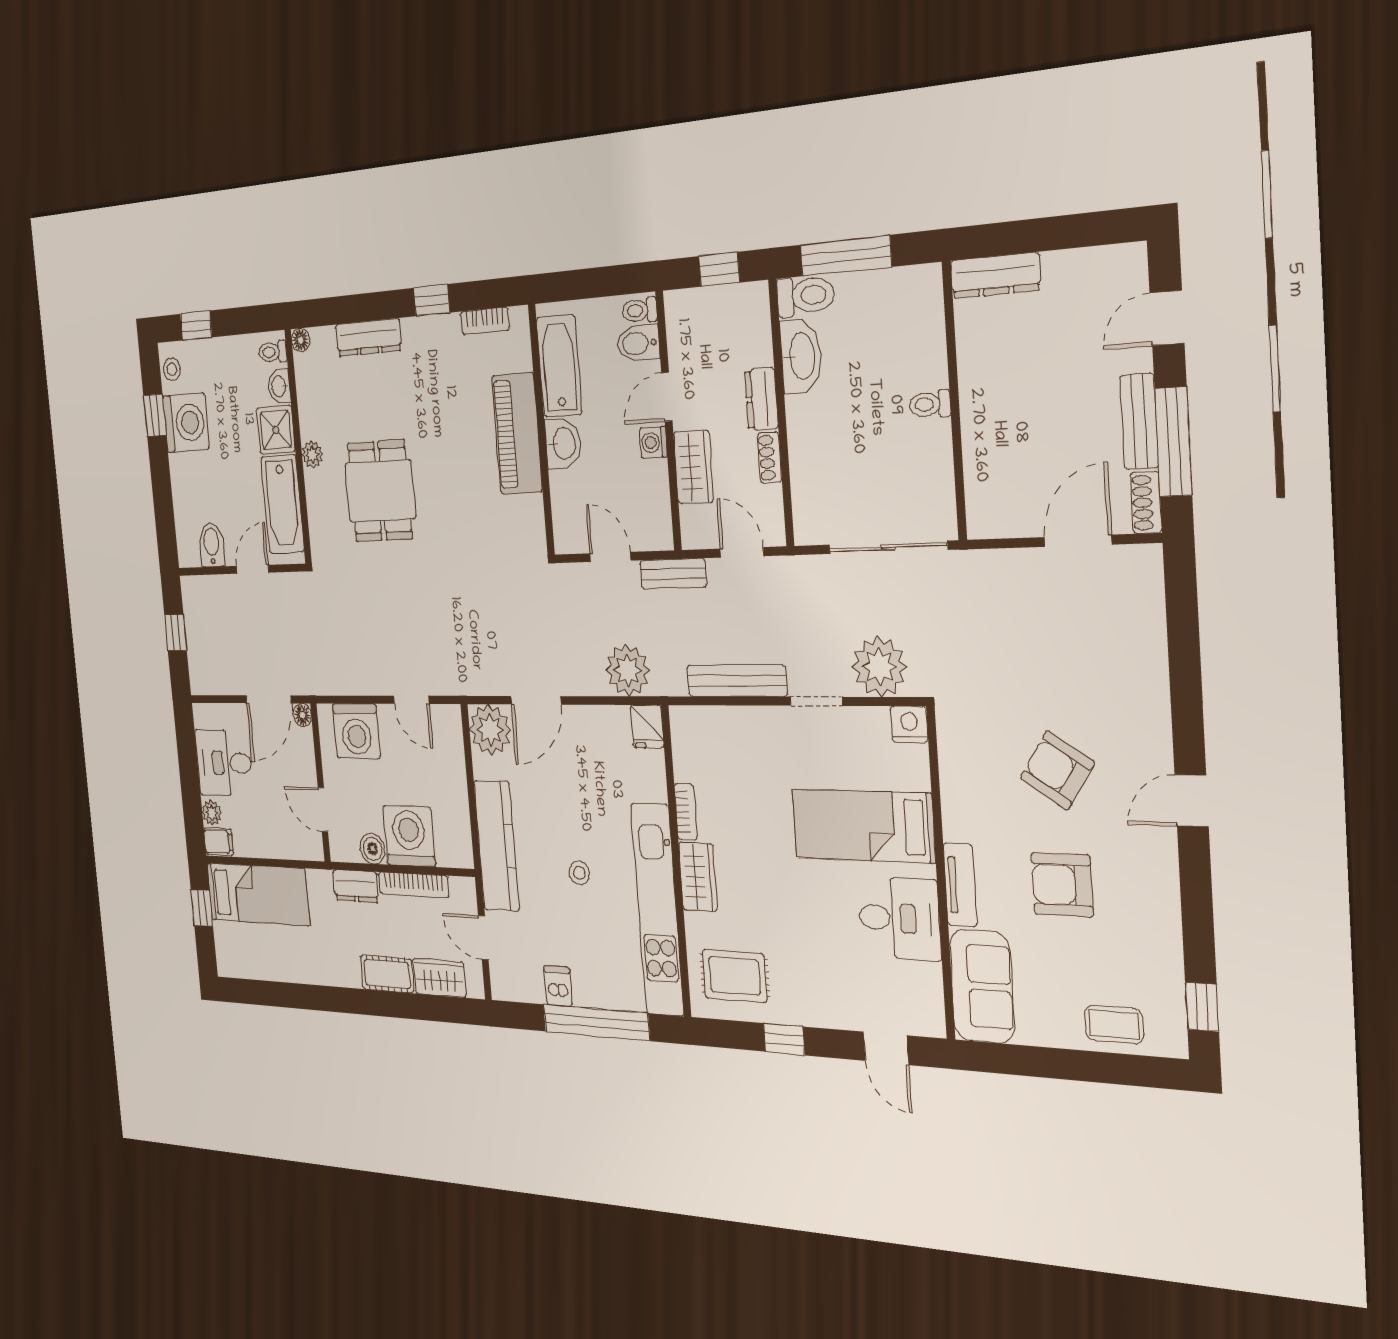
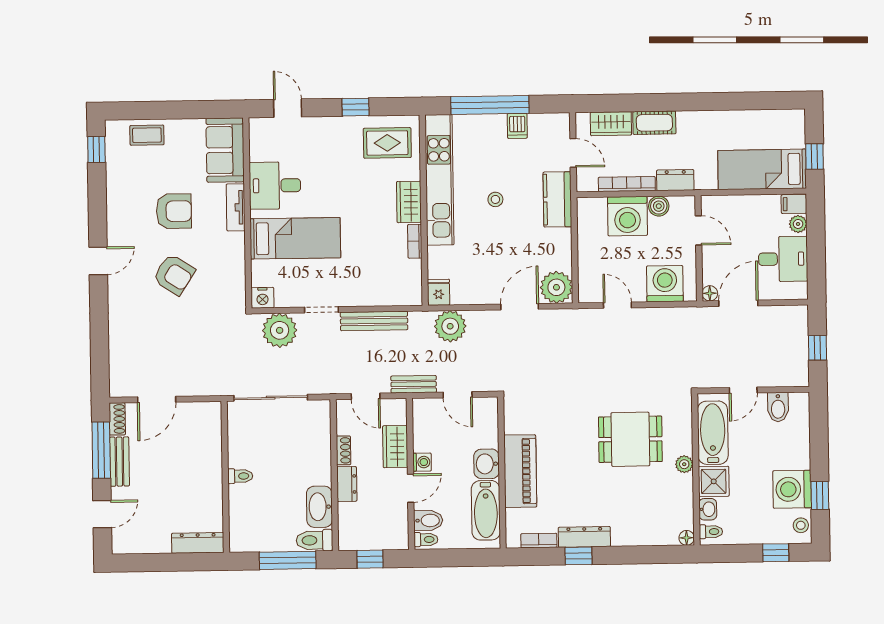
dresser: (368, 337) -> (584, 537), moved
dining table: (380, 491) -> (630, 439), turned 90
kitchen counter: (497, 846) -> (557, 199), width x0.67

